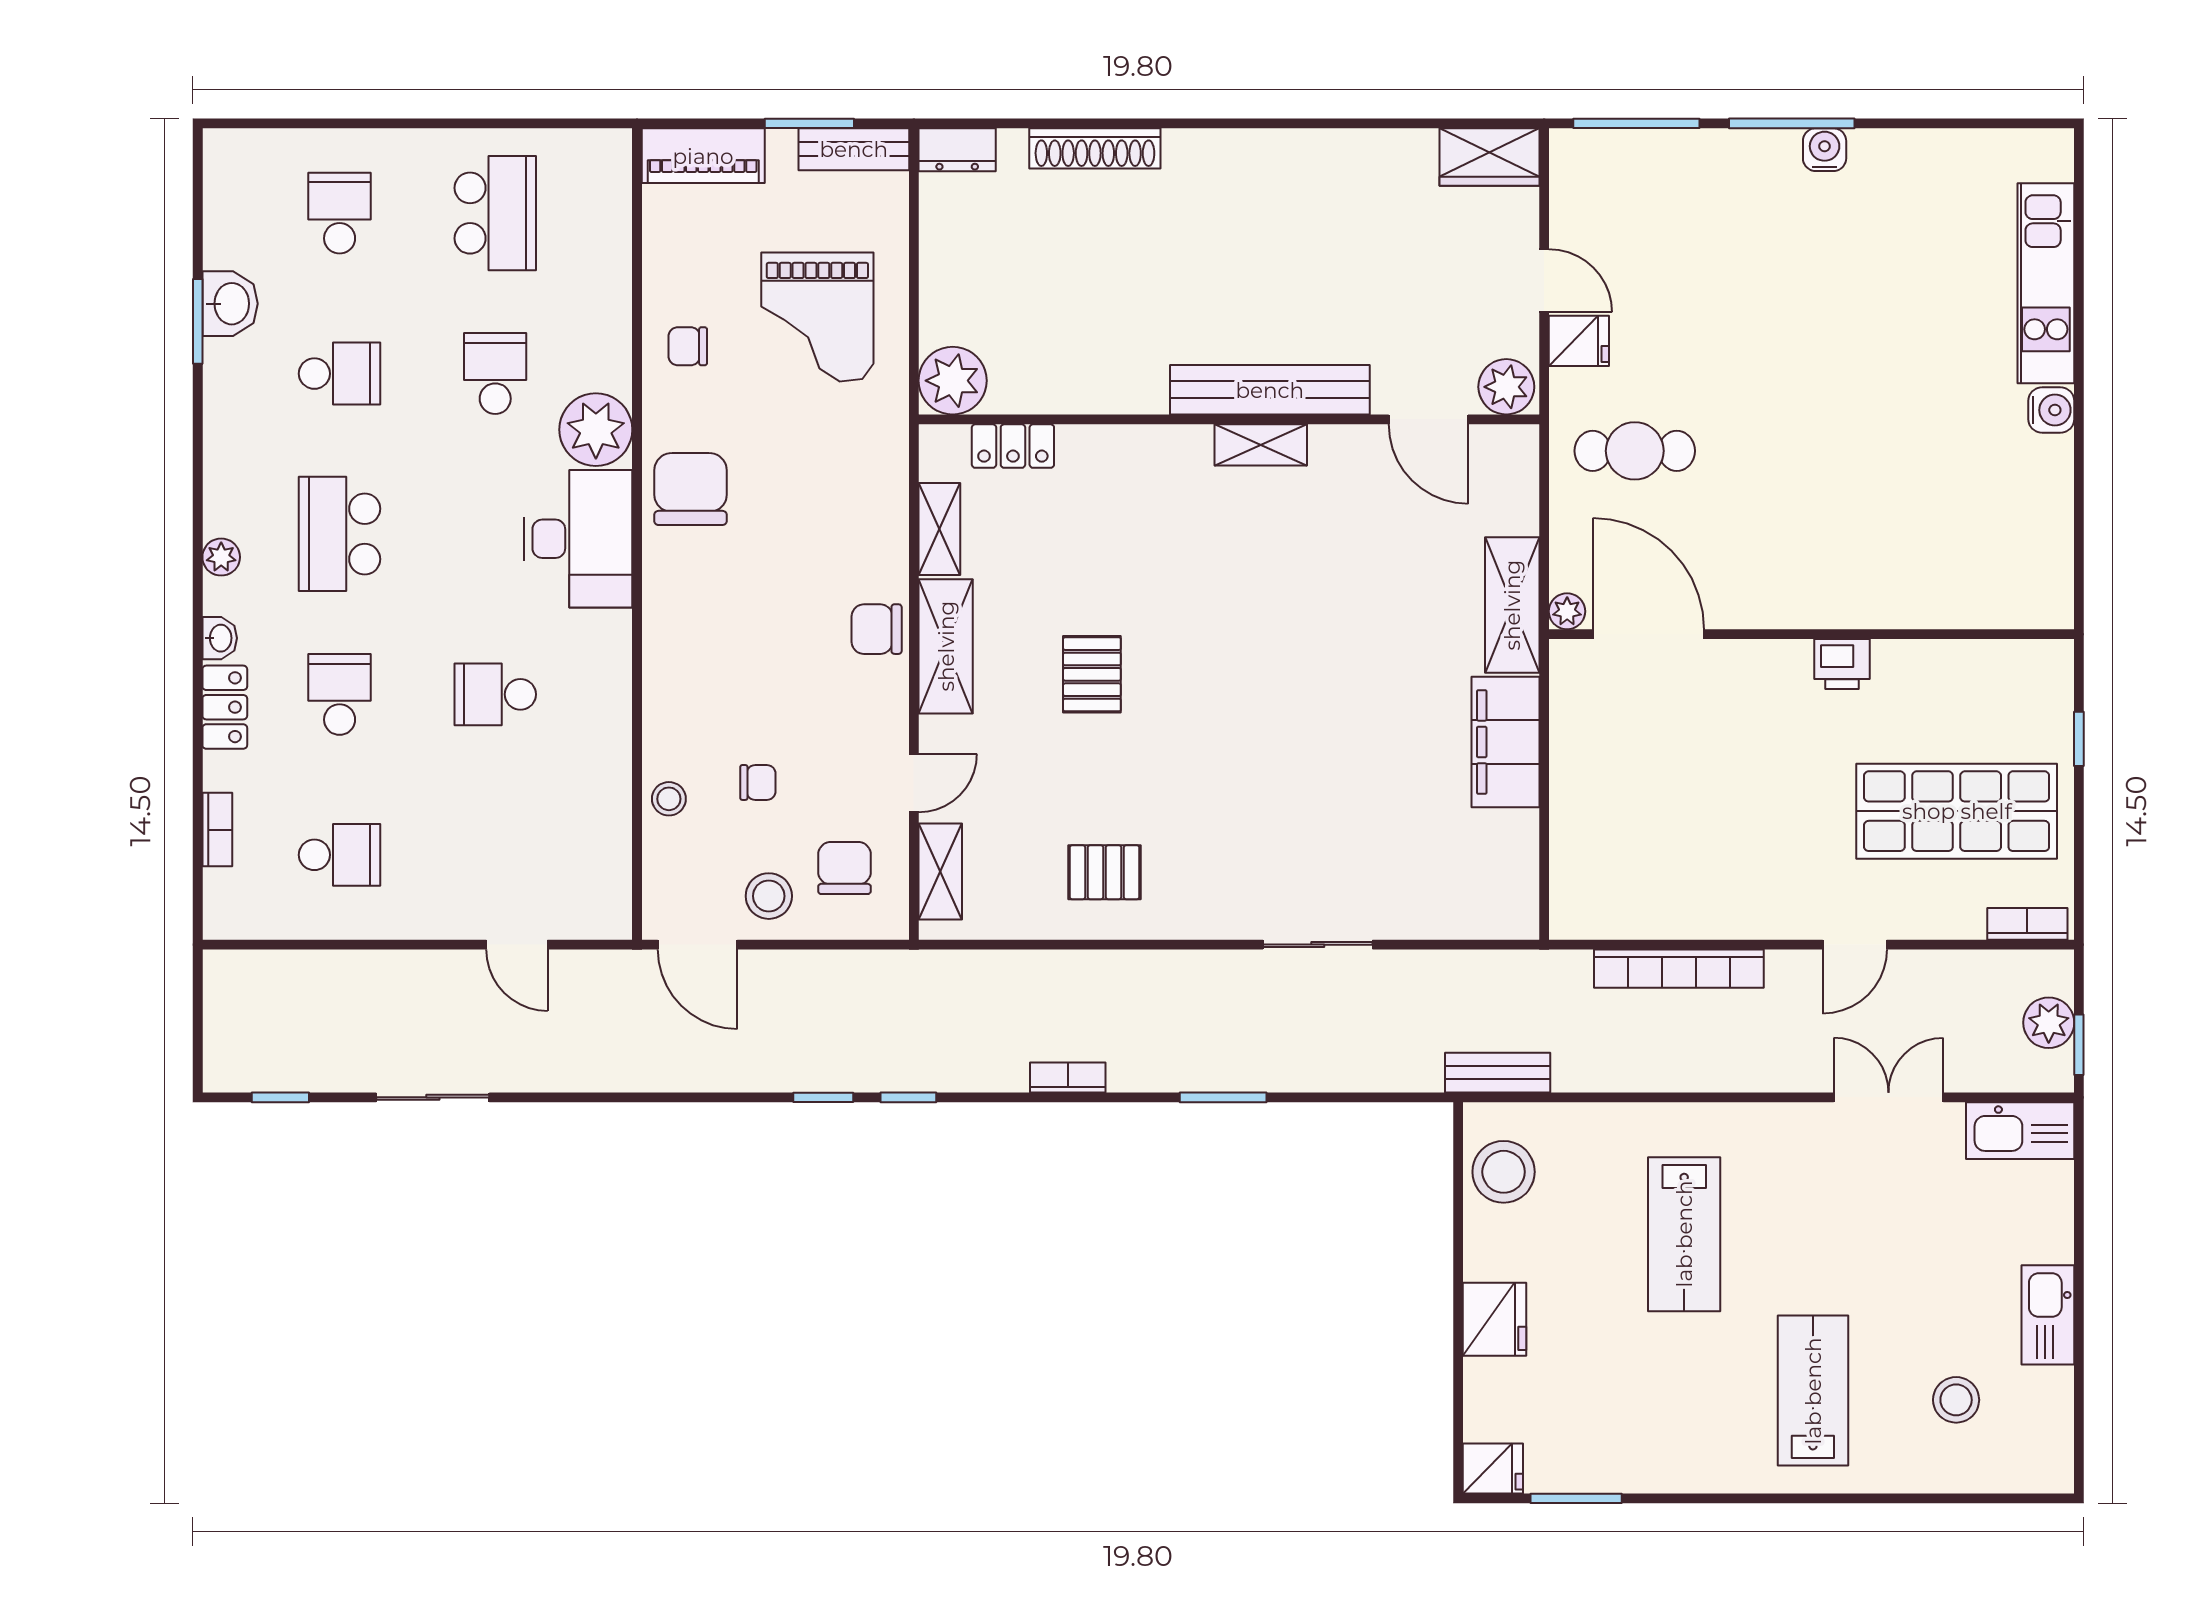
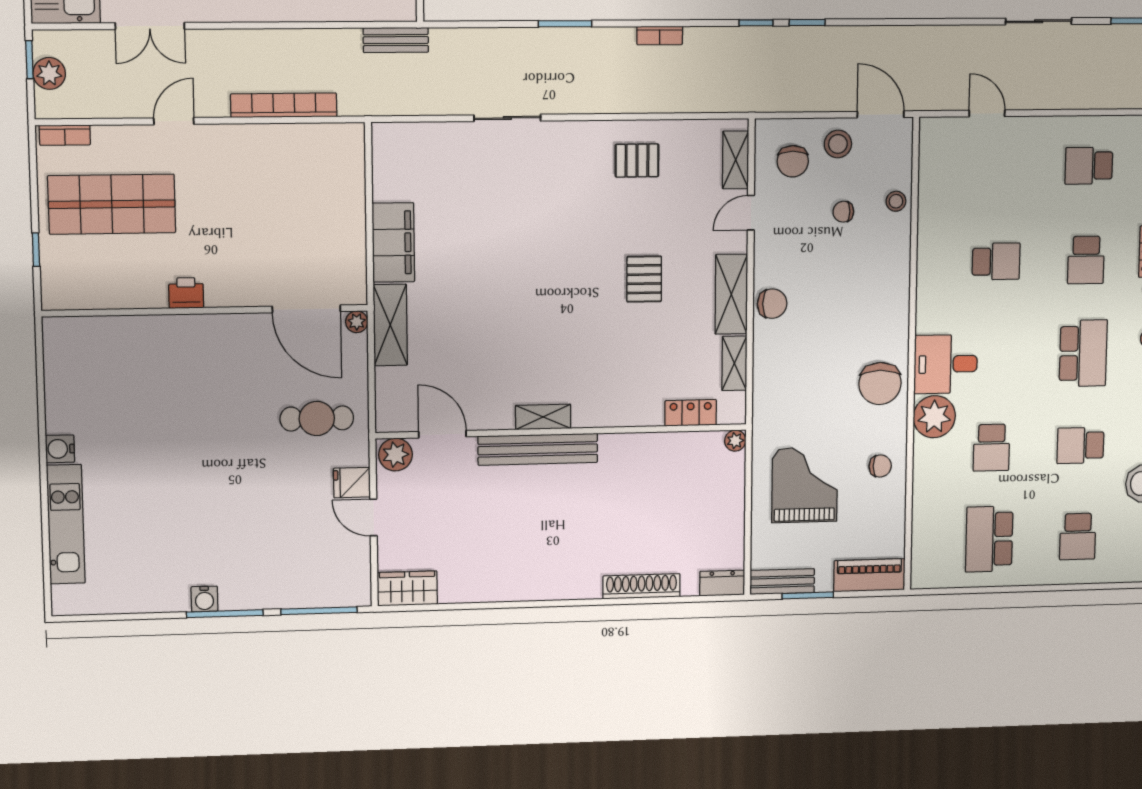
plant: (953, 381) -> (735, 441), width x0.53, depth x0.53
desk: (578, 539) -> (946, 364), width x0.73

